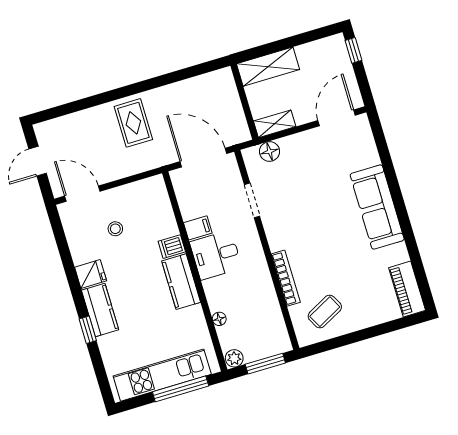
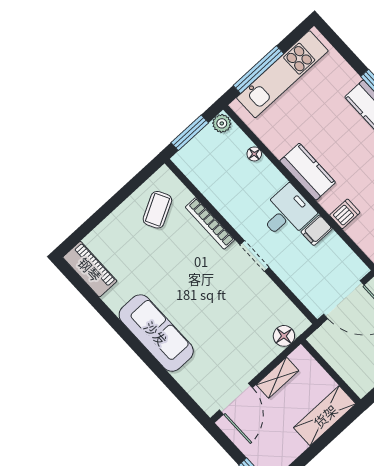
shelving: (275, 124) -> (278, 378), moved
doorway: (252, 200) -> (254, 256), moved
dishwasher: (172, 247) -> (345, 214), moved

